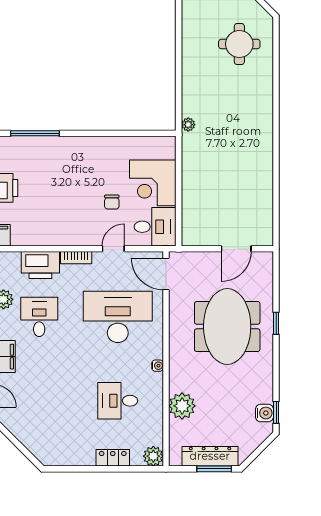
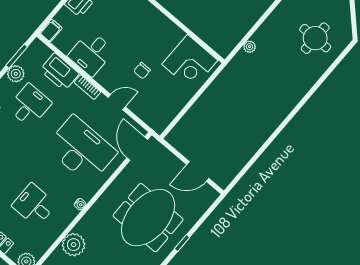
plant: (188, 125) -> (250, 47), moved
corner desk: (153, 183) -> (190, 62), moved, turned -90
desk: (155, 227) -> (91, 53), moved, turned 90

